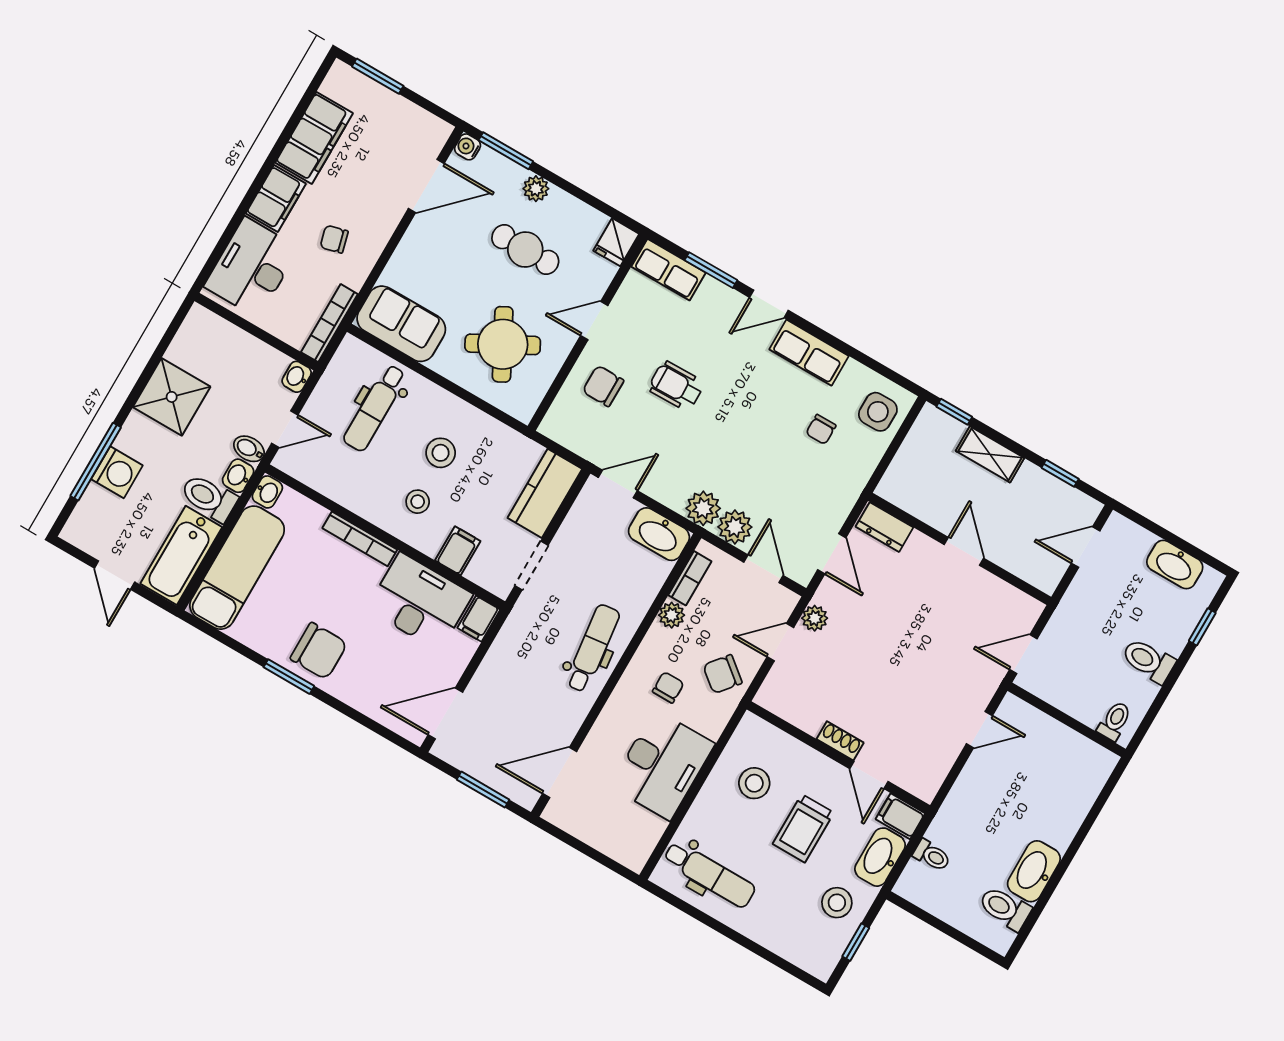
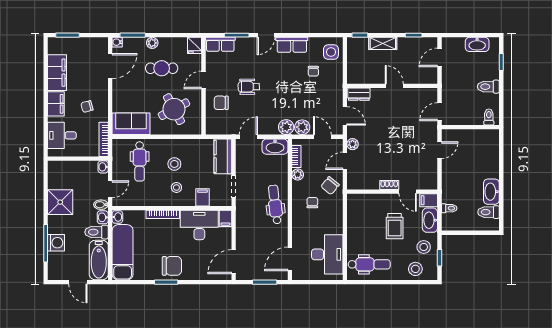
desk: (252, 267) -> (62, 135), width x0.73
desk: (662, 765) -> (327, 254), moved
stool: (754, 783) -> (415, 269), moved

